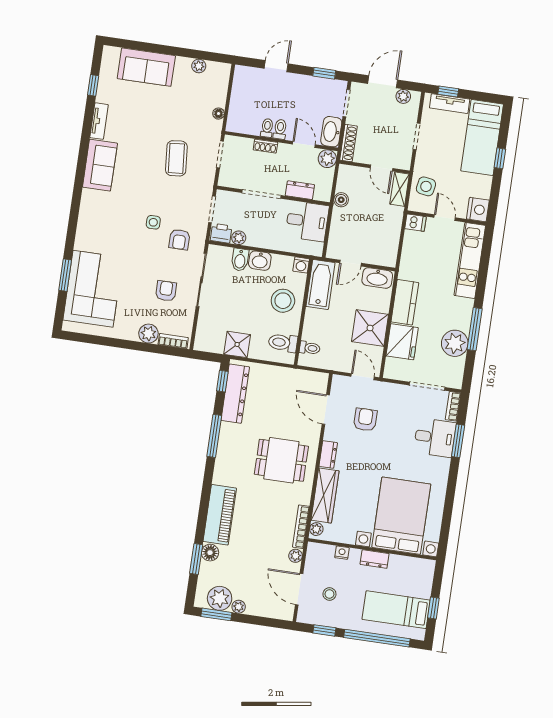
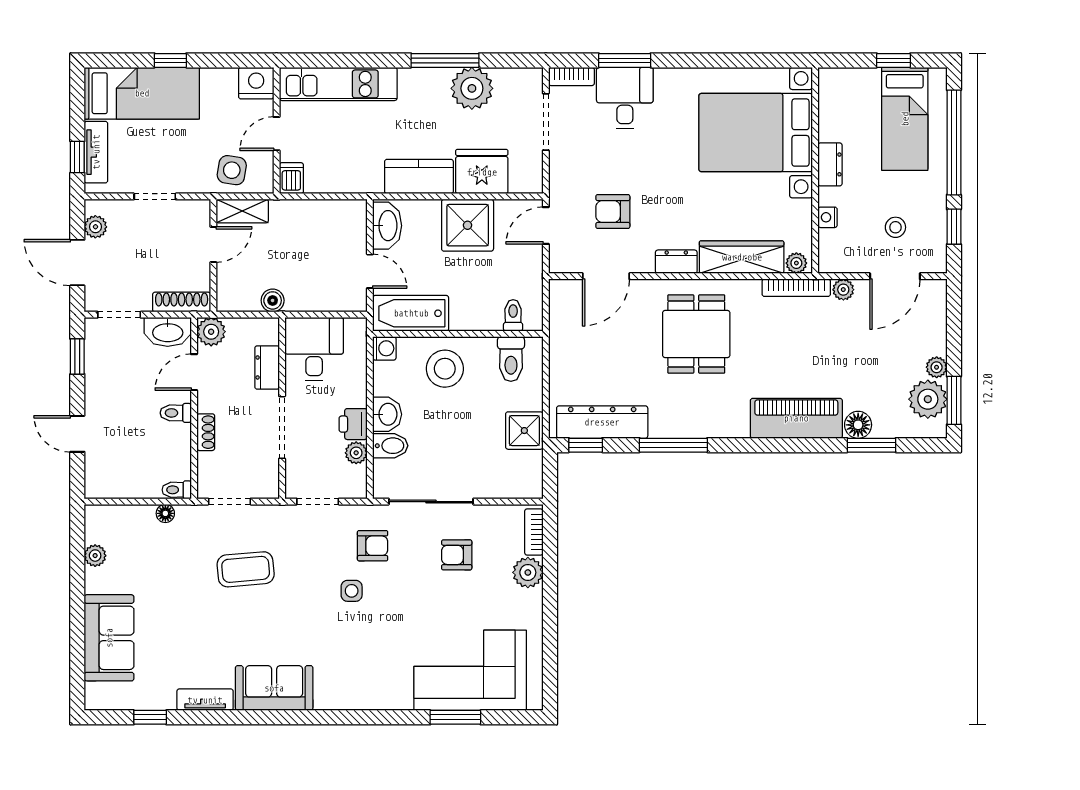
toilet: (267, 128) -> (177, 490), moved
printer: (221, 233) -> (353, 424), moved

